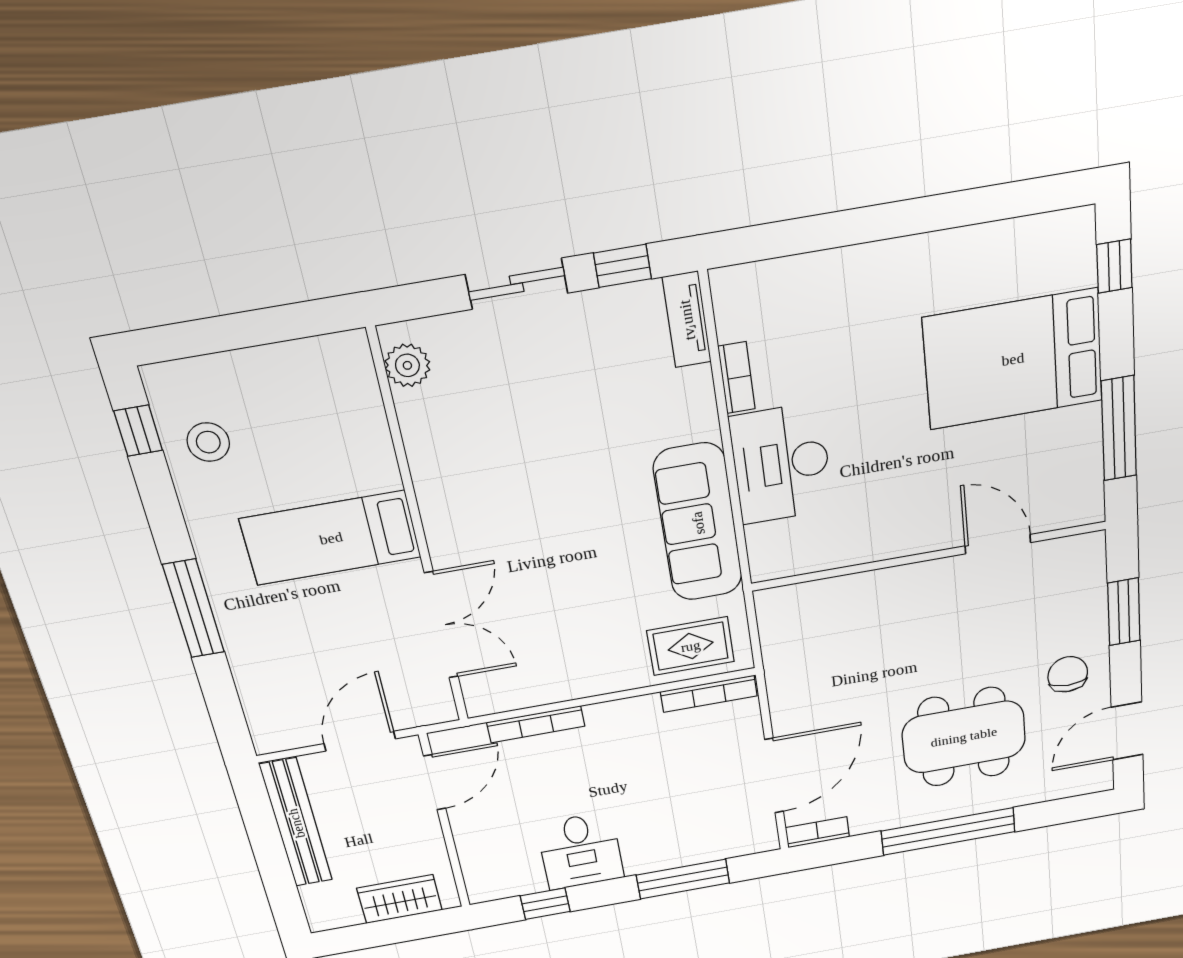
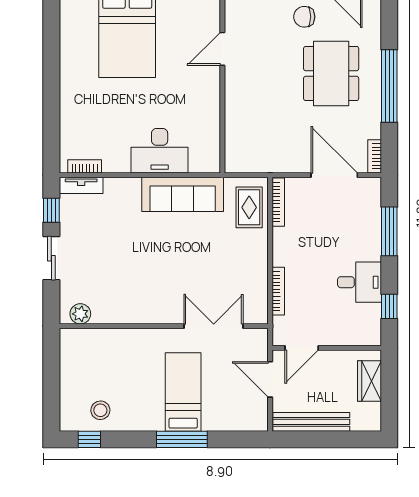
bookcase: (737, 378) -> (85, 166), moved
bed: (331, 538) -> (183, 392), moved, turned 180
door: (435, 782) -> (302, 348), swing flipped

